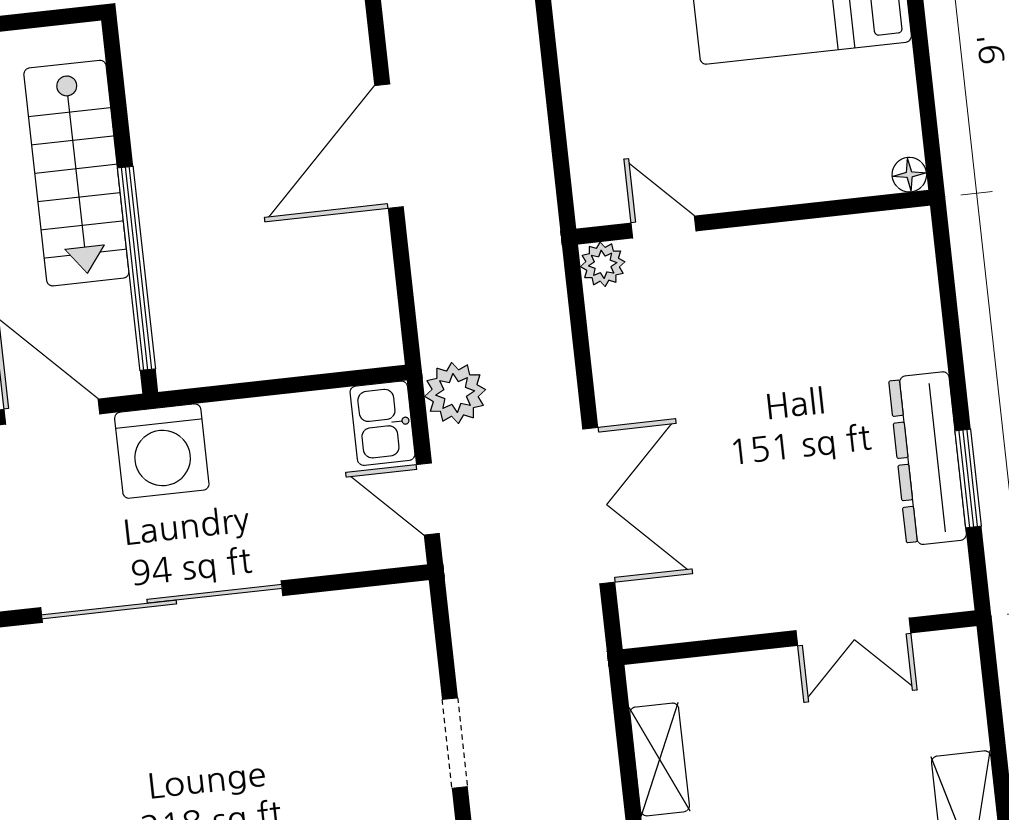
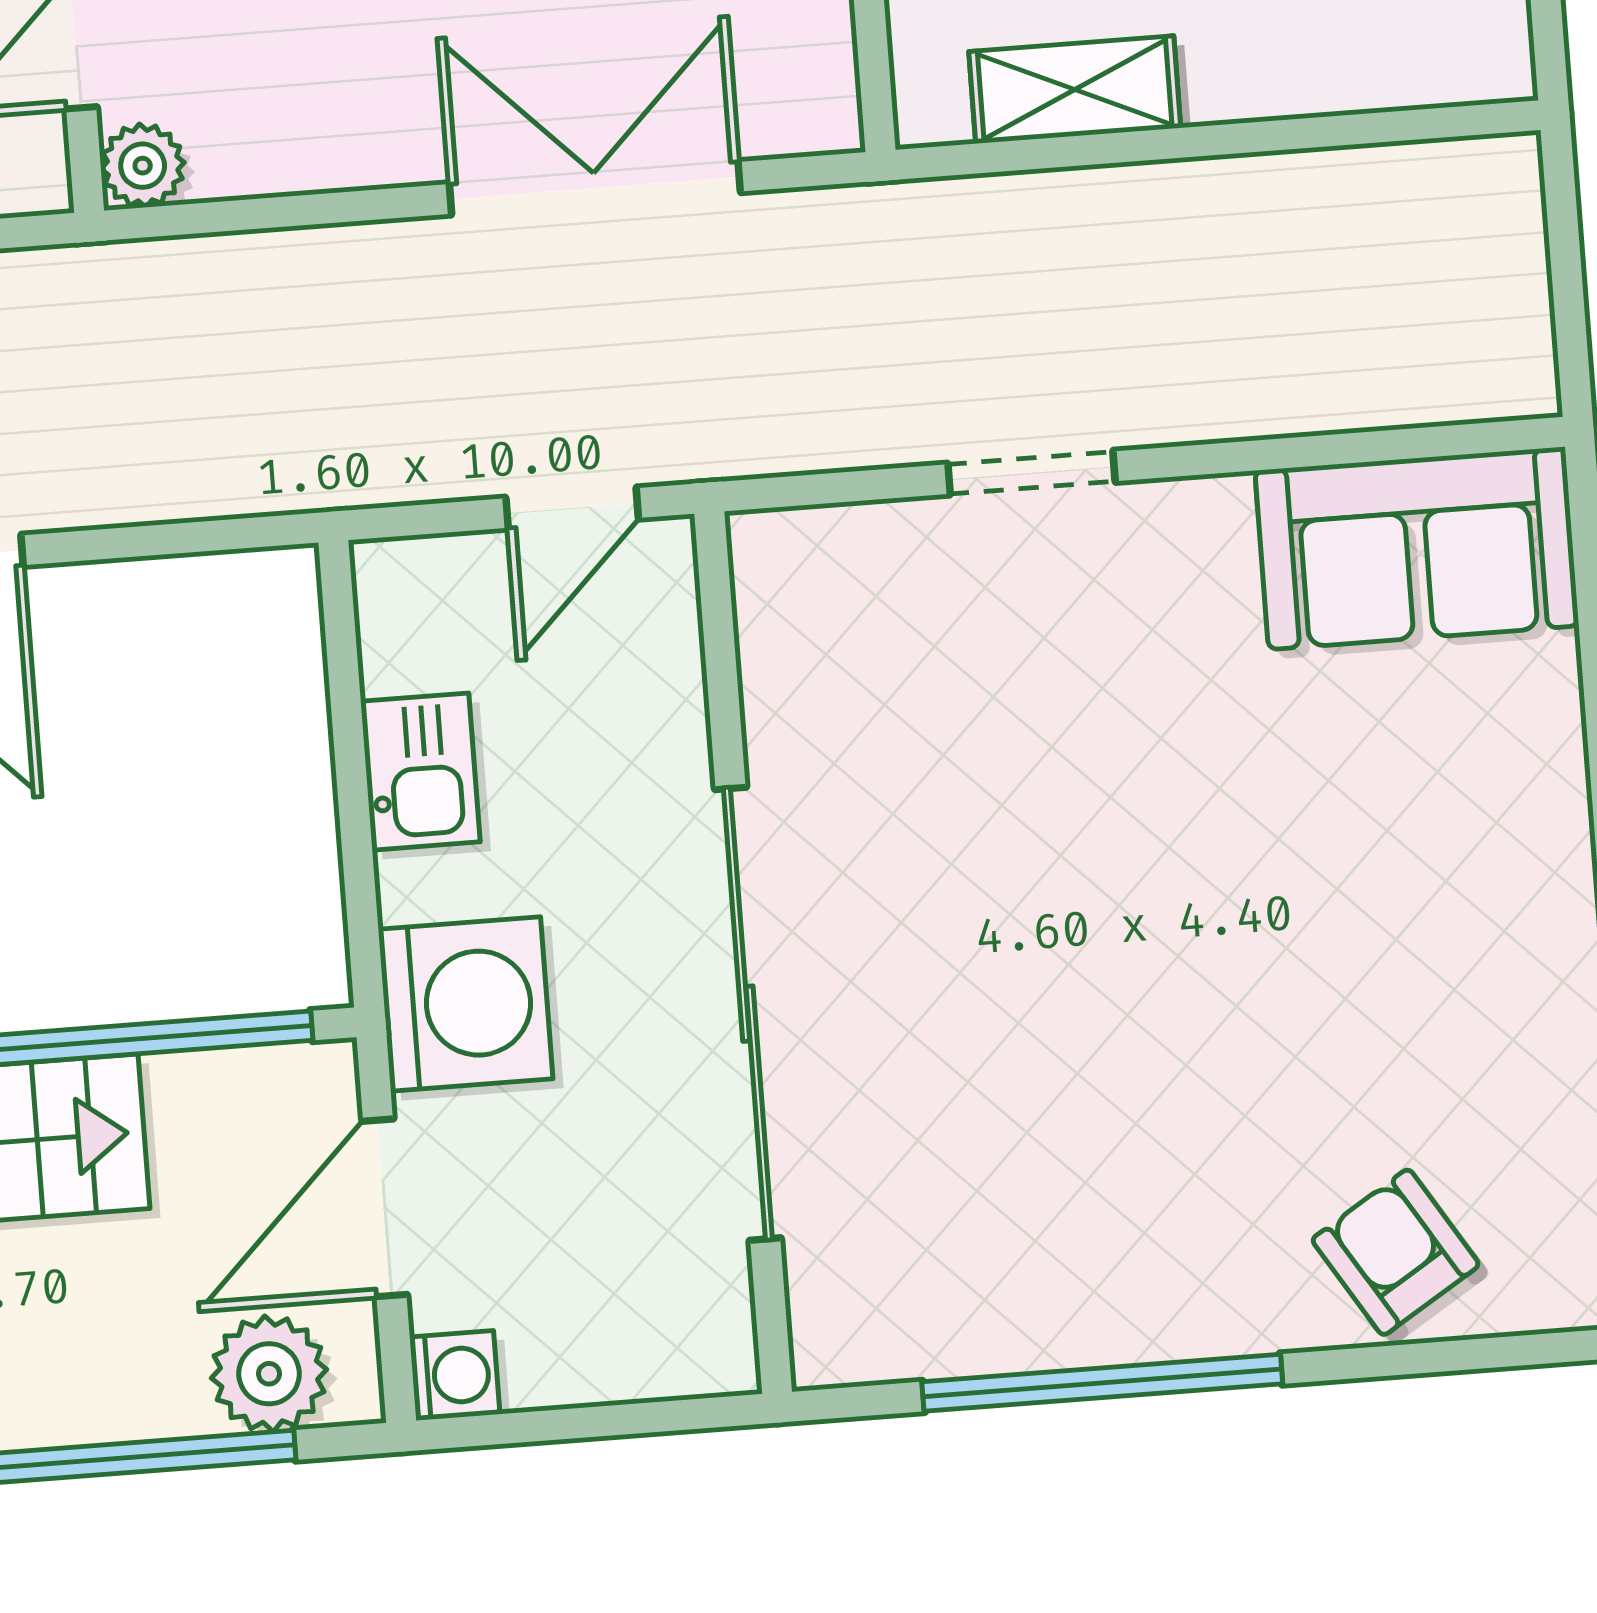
plant: (455, 393) -> (375, 450), removed
kitchen sink: (382, 423) -> (420, 772), moved, turned -90

